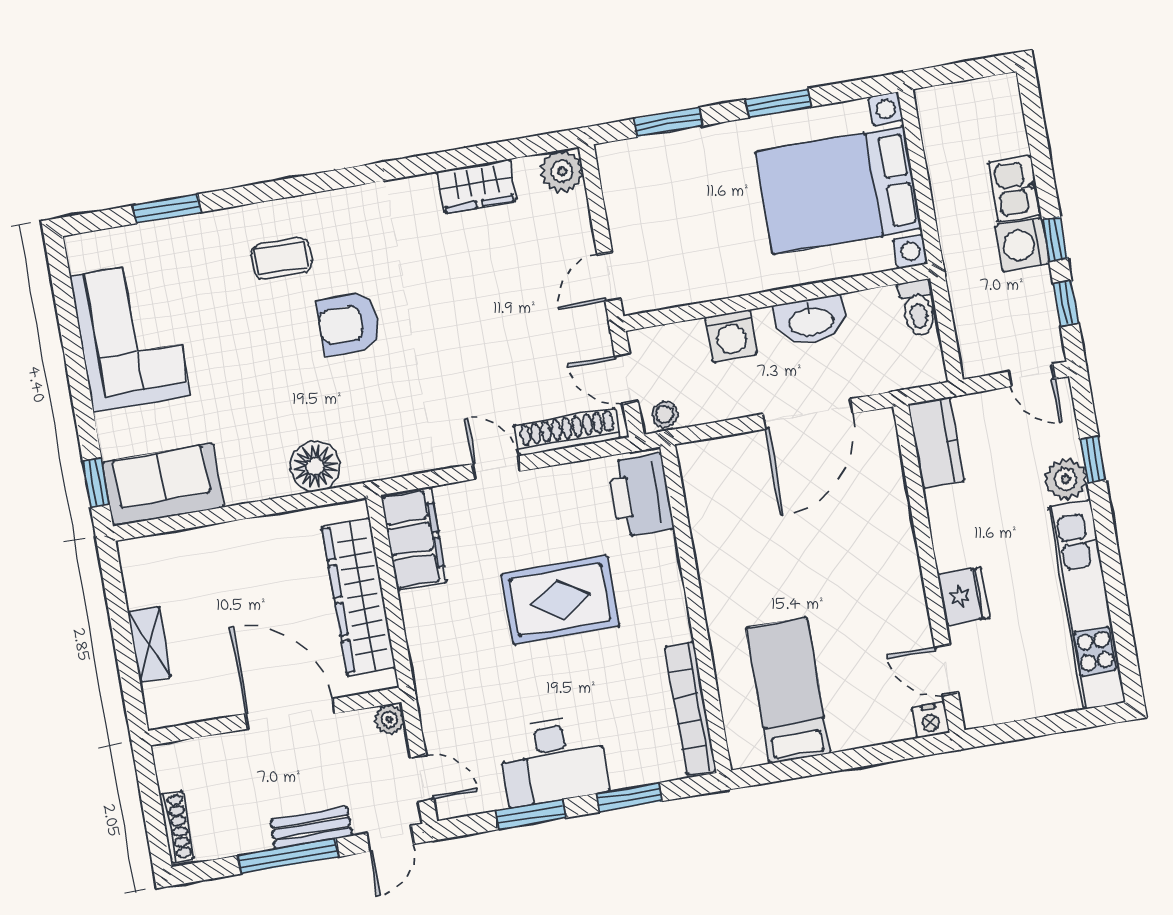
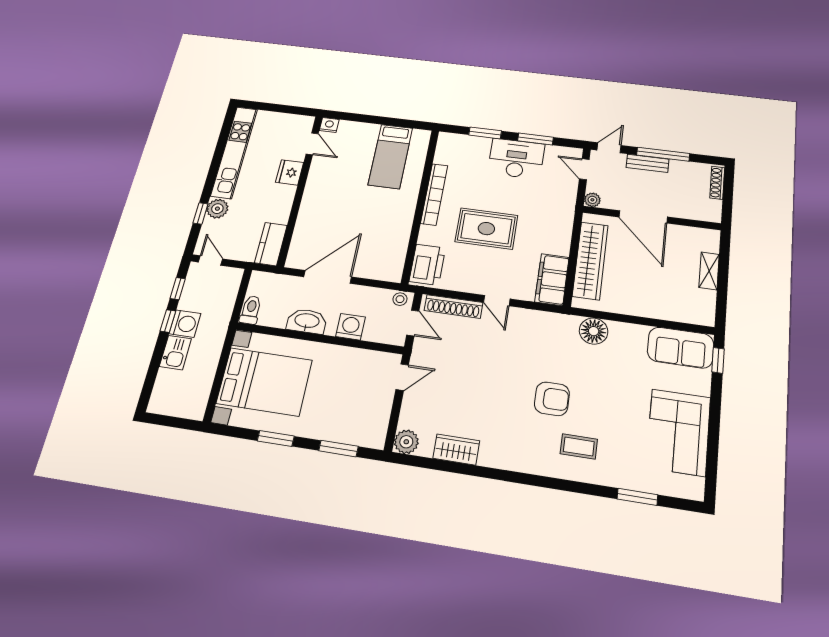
bookcase: (690, 708) -> (434, 194), moved

